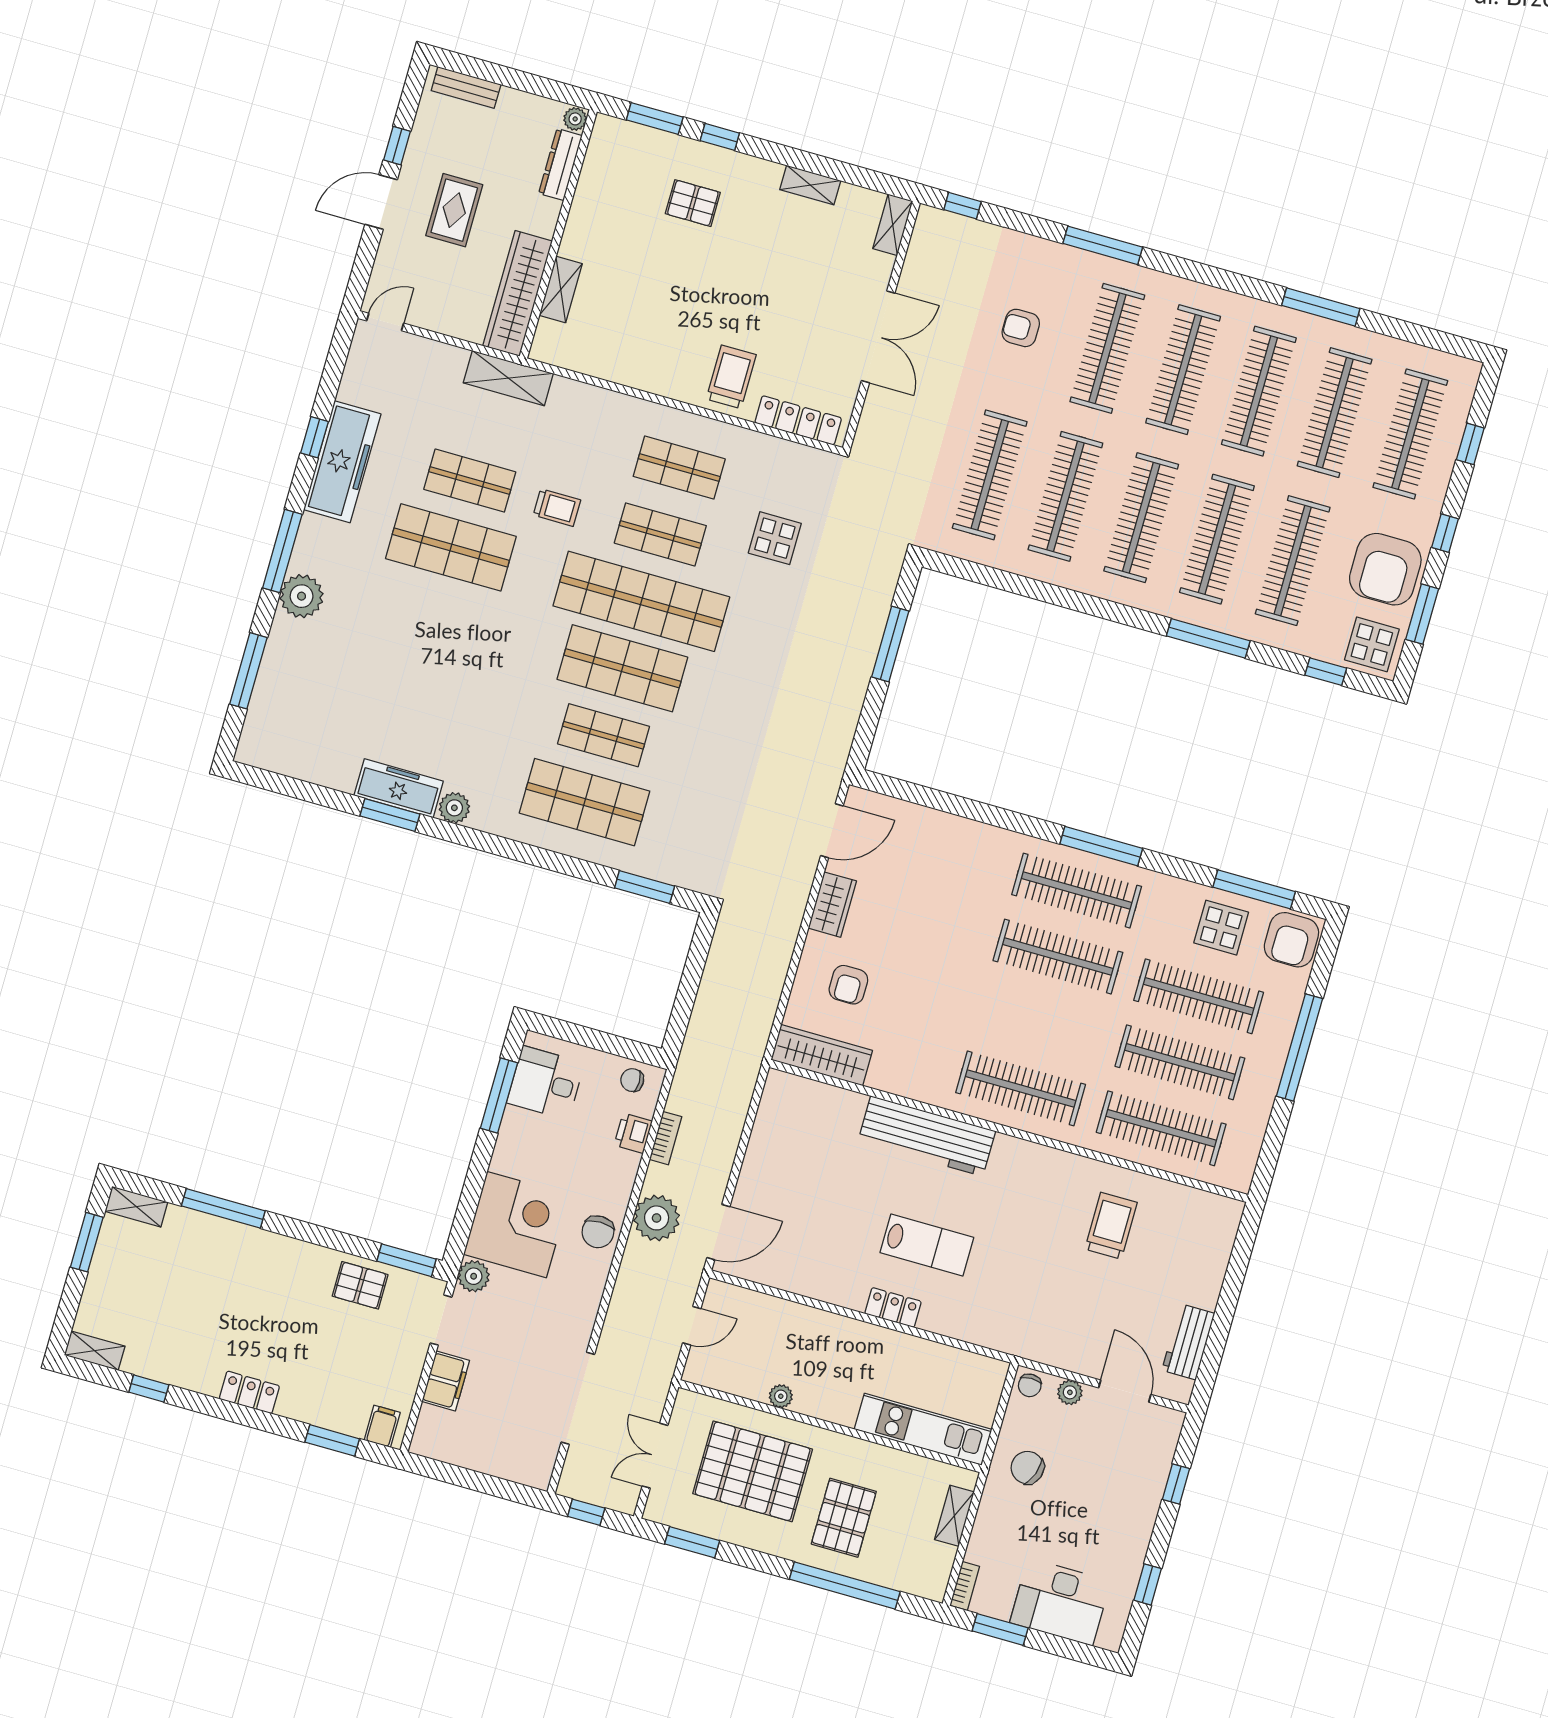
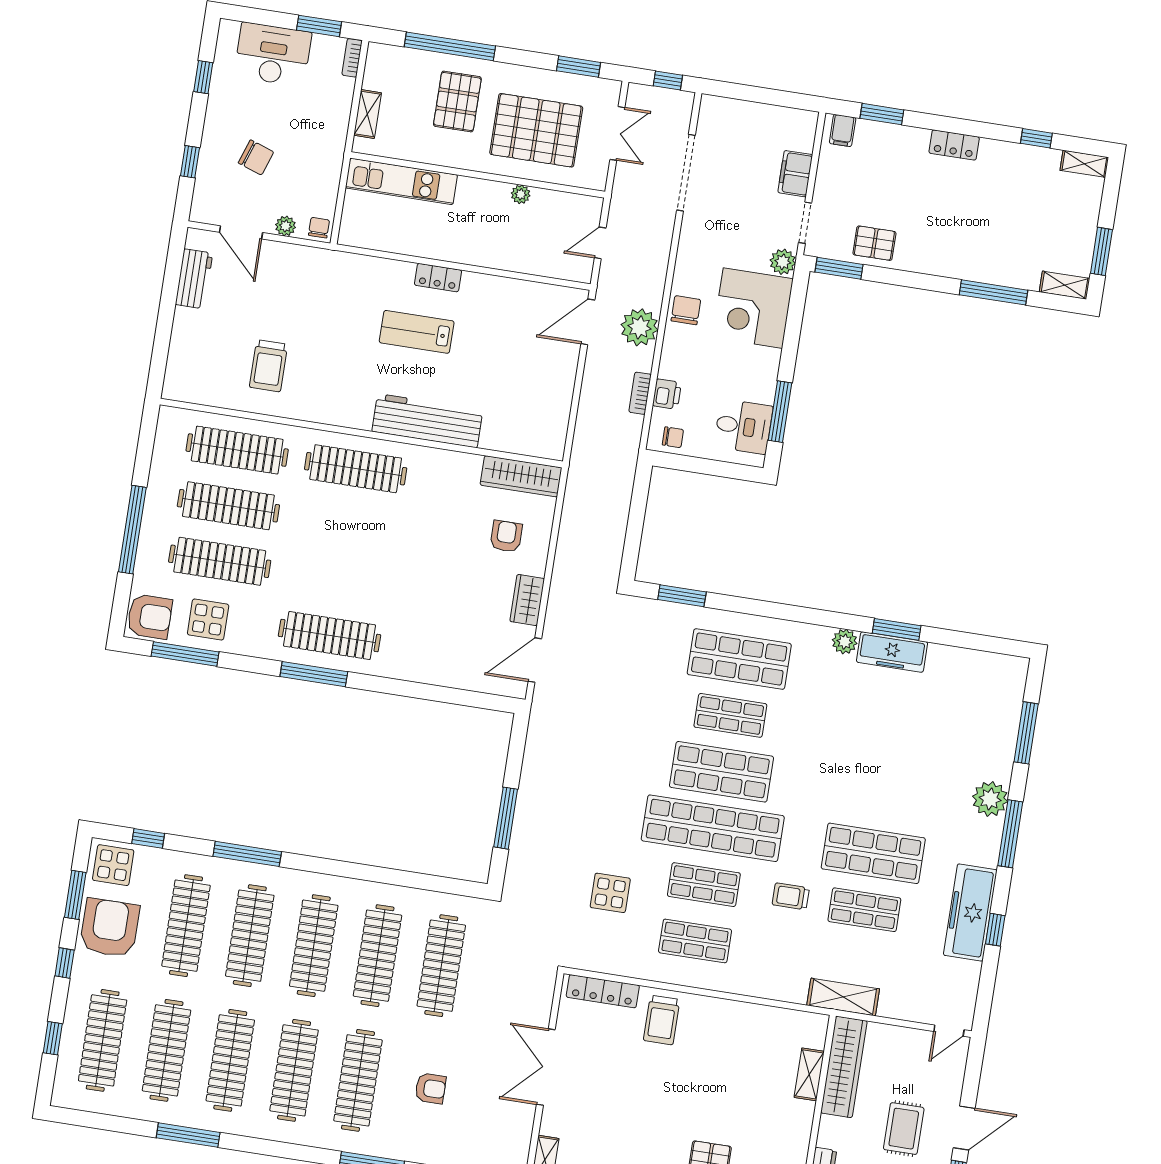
armchair: (1291, 940) -> (150, 617), turned 90
clothes rail: (1058, 957) -> (338, 580), removed
chair: (1027, 1468) -> (256, 157), moved

